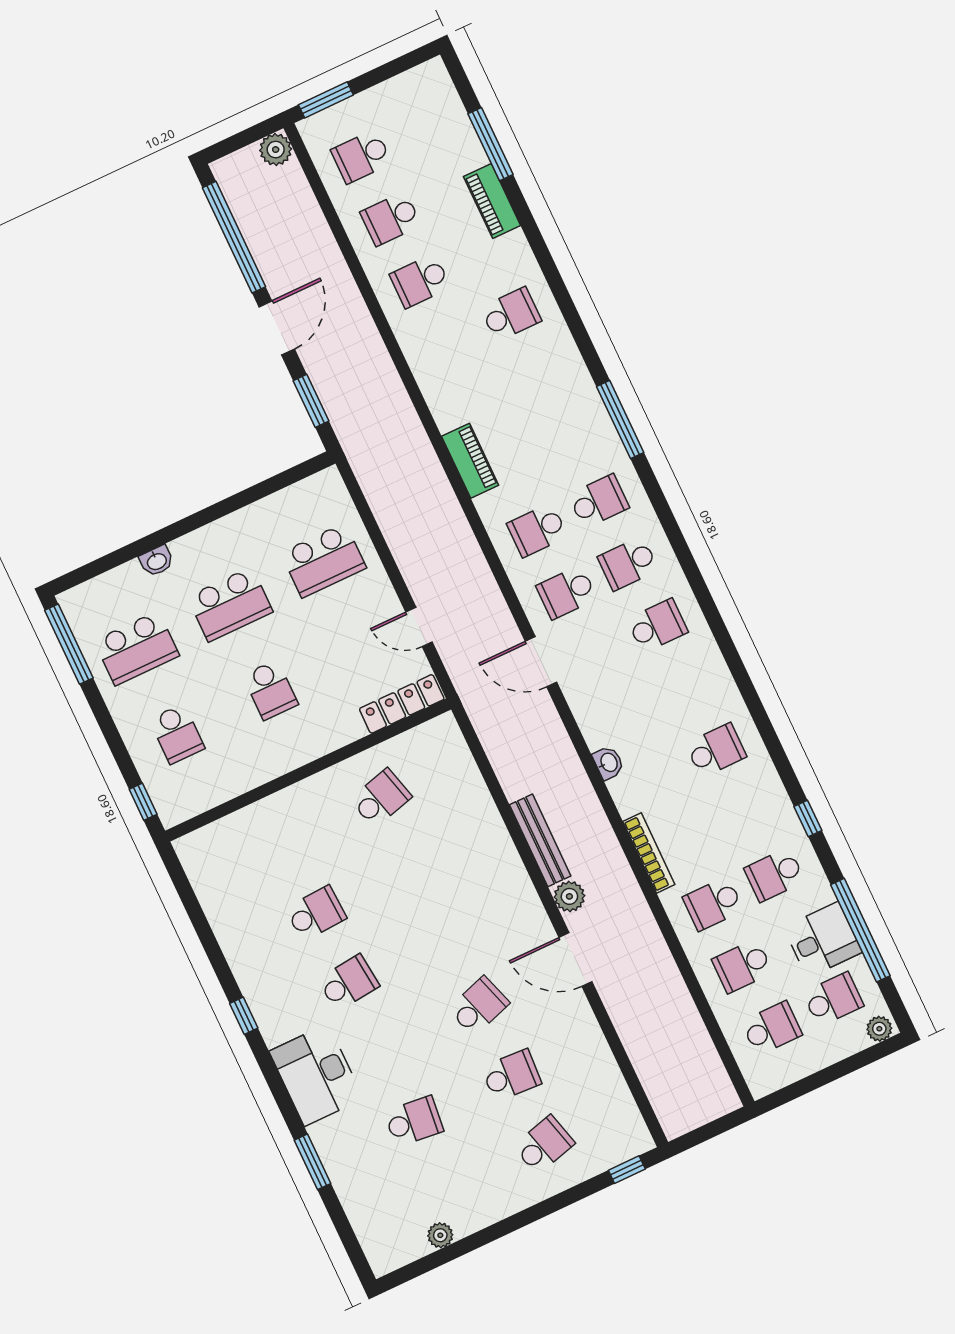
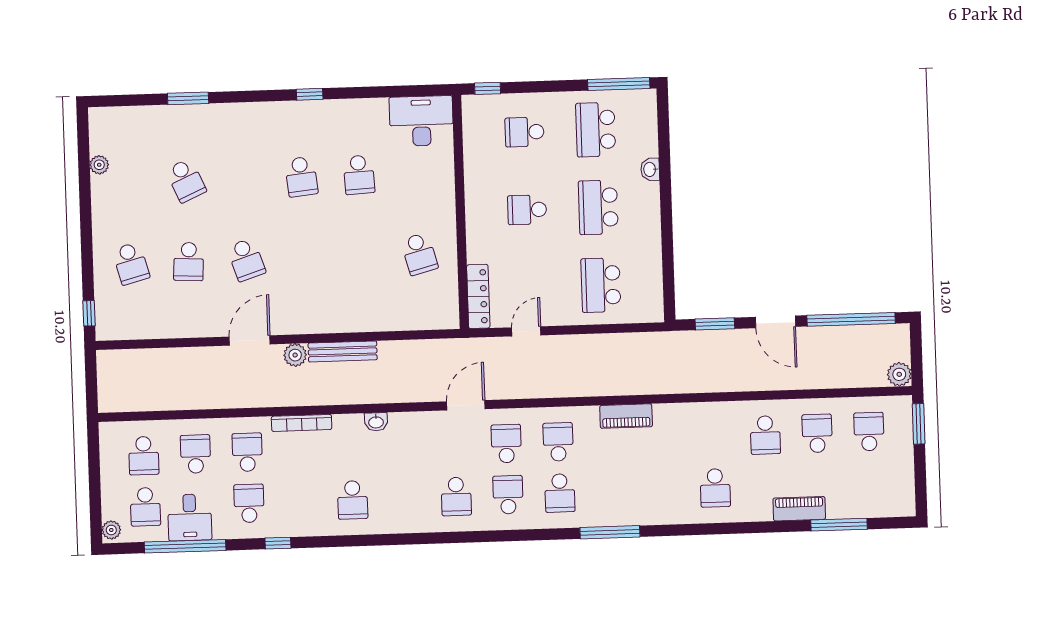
school desk: (420, 281) -> (765, 435), turned 180
desk: (316, 1075) -> (421, 121), moved
school desk: (414, 1121) -> (186, 180), turned -30

